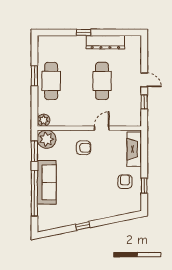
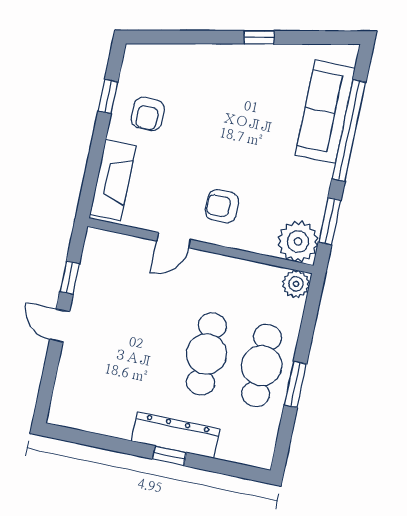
dresser: (105, 42) -> (176, 435), moved
cafe table: (102, 81) -> (206, 354), moved
sofa: (47, 182) -> (325, 112), moved

